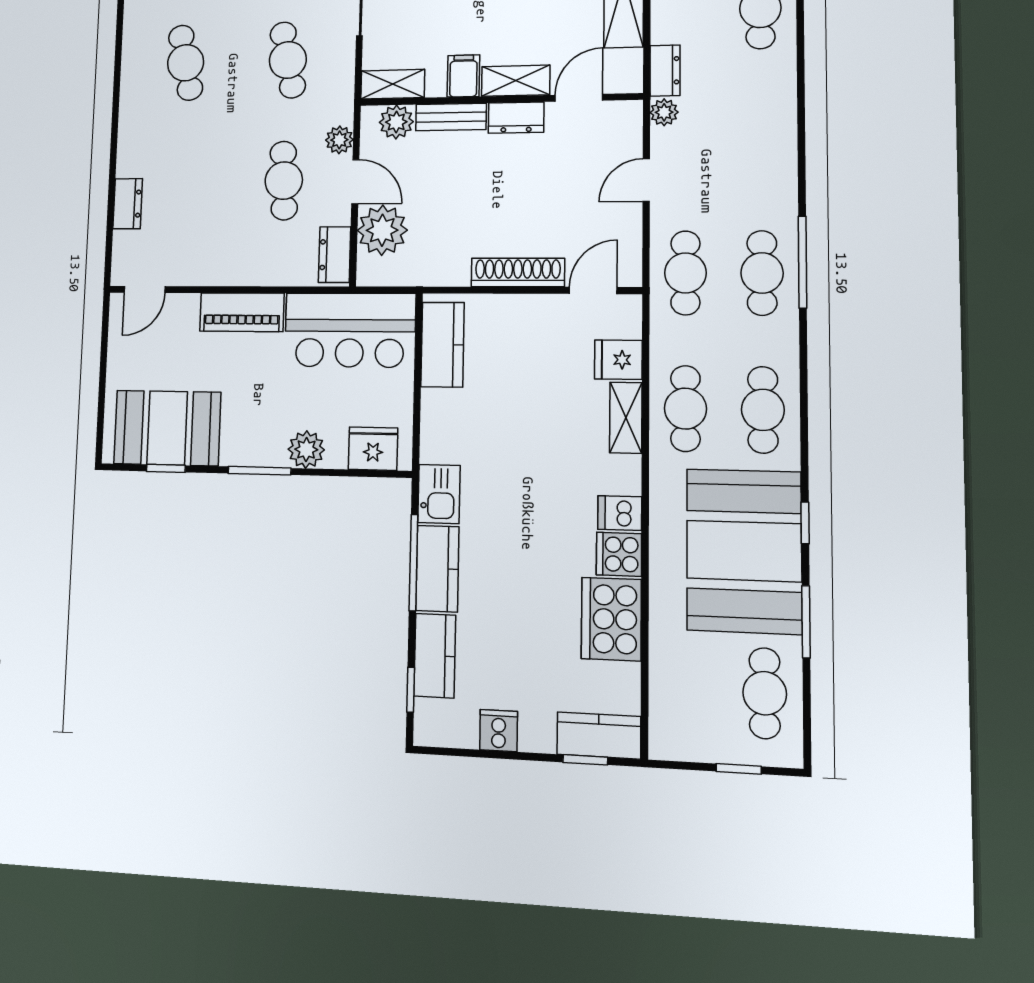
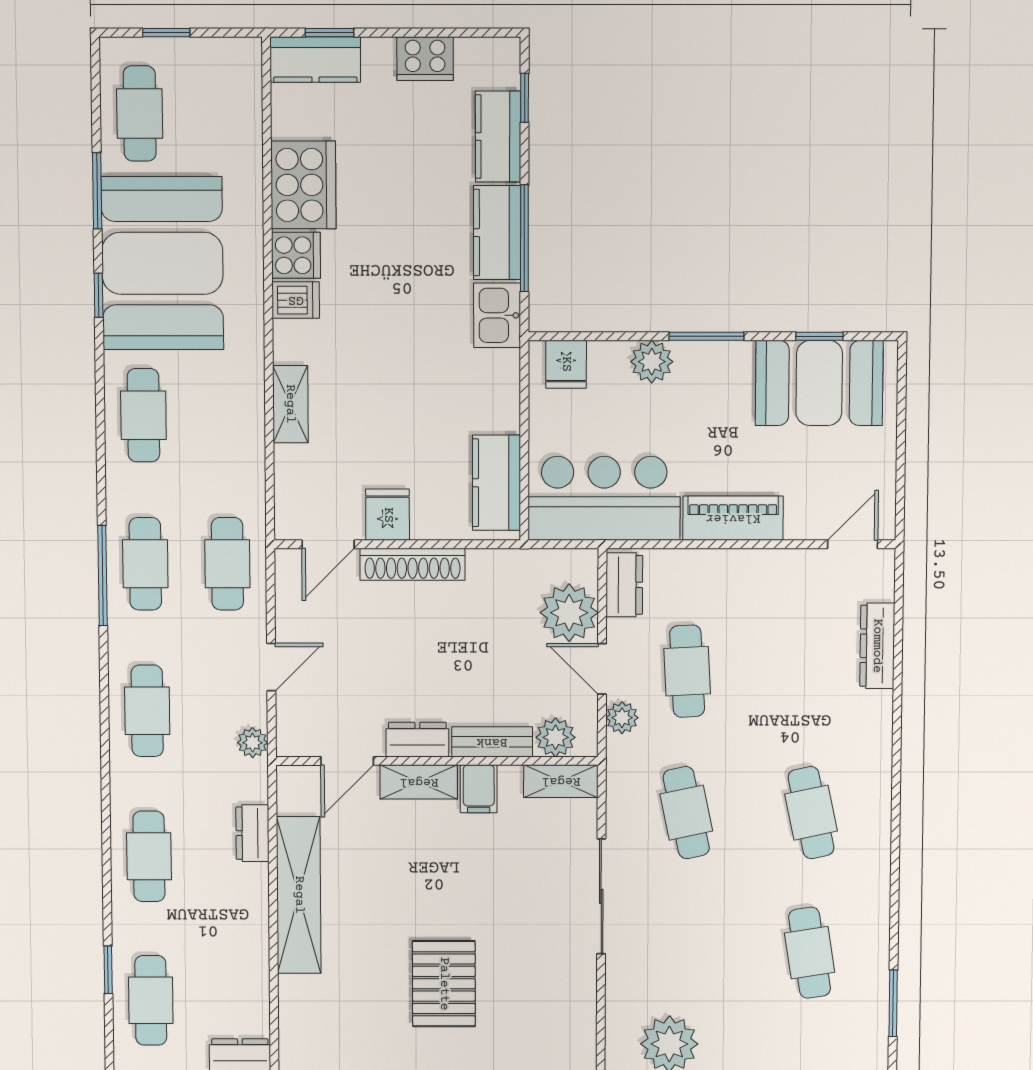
dresser: (665, 71) -> (252, 833), moved
dresser: (128, 204) -> (877, 646), width x1.44
fridge: (618, 360) -> (388, 515), moved, turned -90
cafe table: (685, 409) -> (147, 711), moved
fridge: (373, 449) -> (566, 364), width x0.72
cooker: (499, 731) -> (425, 59), width x1.36

